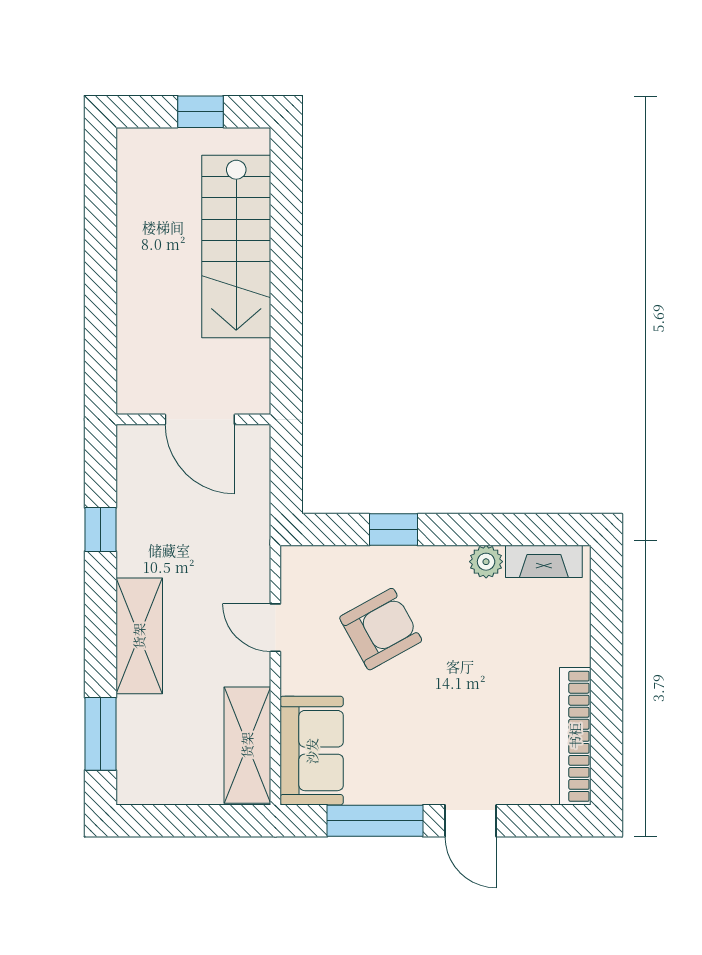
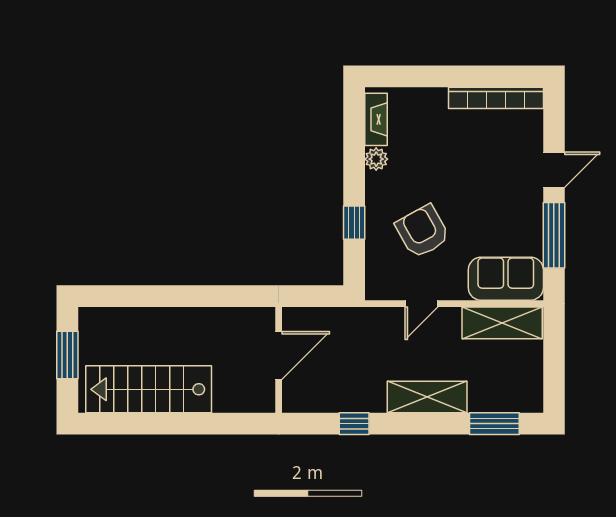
window: (200, 112) -> (67, 355), width x1.50
stairs: (236, 246) -> (149, 389), moved, turned 180

